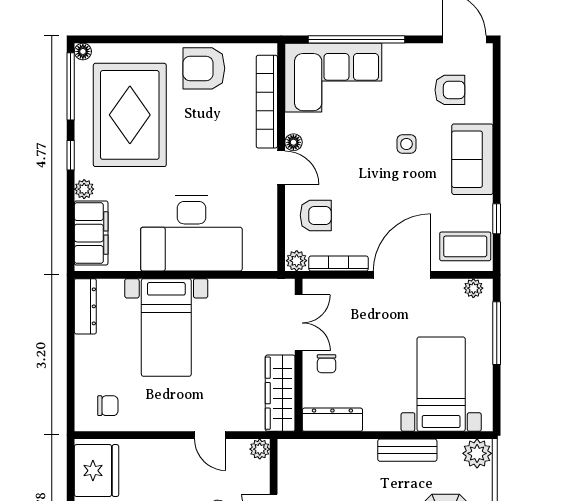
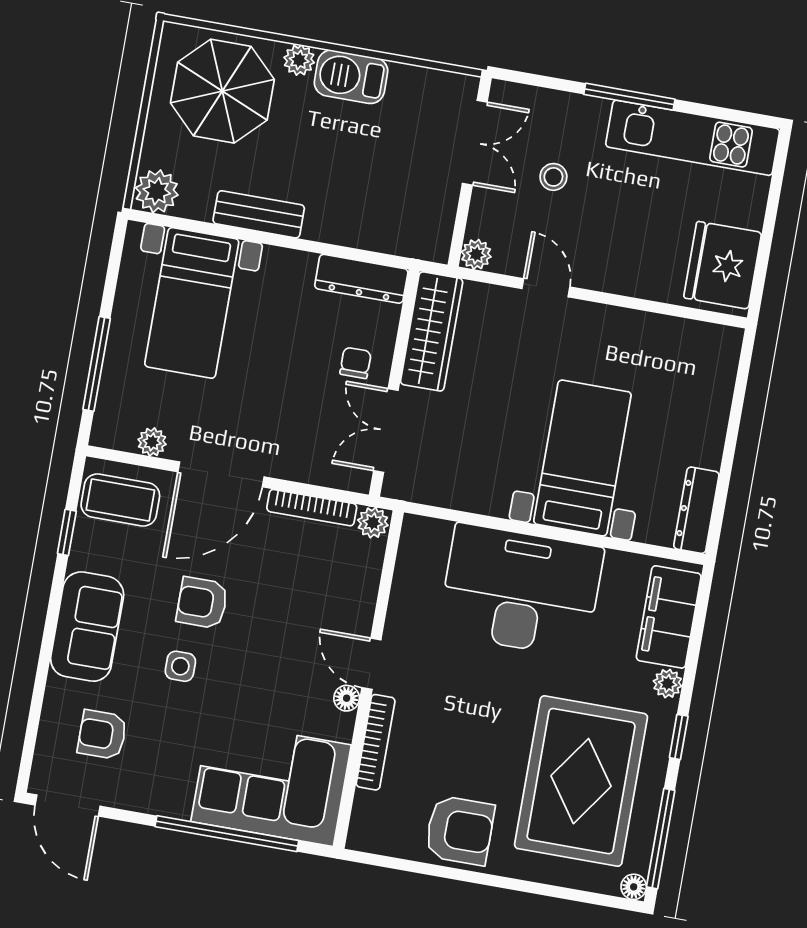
bookcase: (267, 102) -> (376, 742), width x0.68, depth x0.76
armchair: (316, 215) -> (202, 603), moved
plant: (473, 288) -> (152, 442), moved
chair: (108, 406) -> (689, 358), removed

